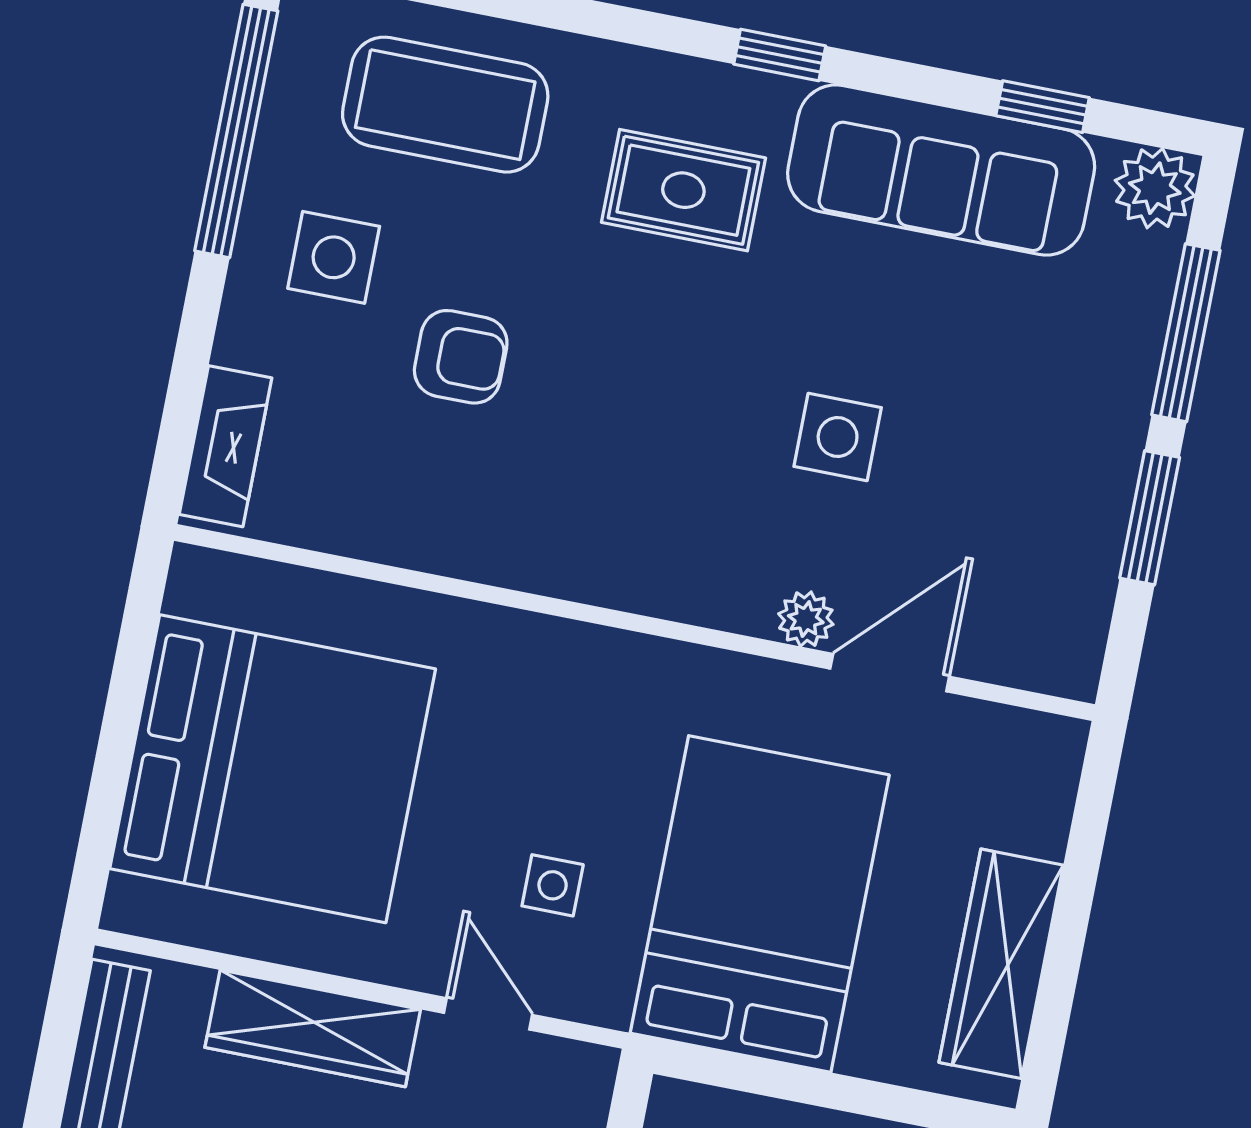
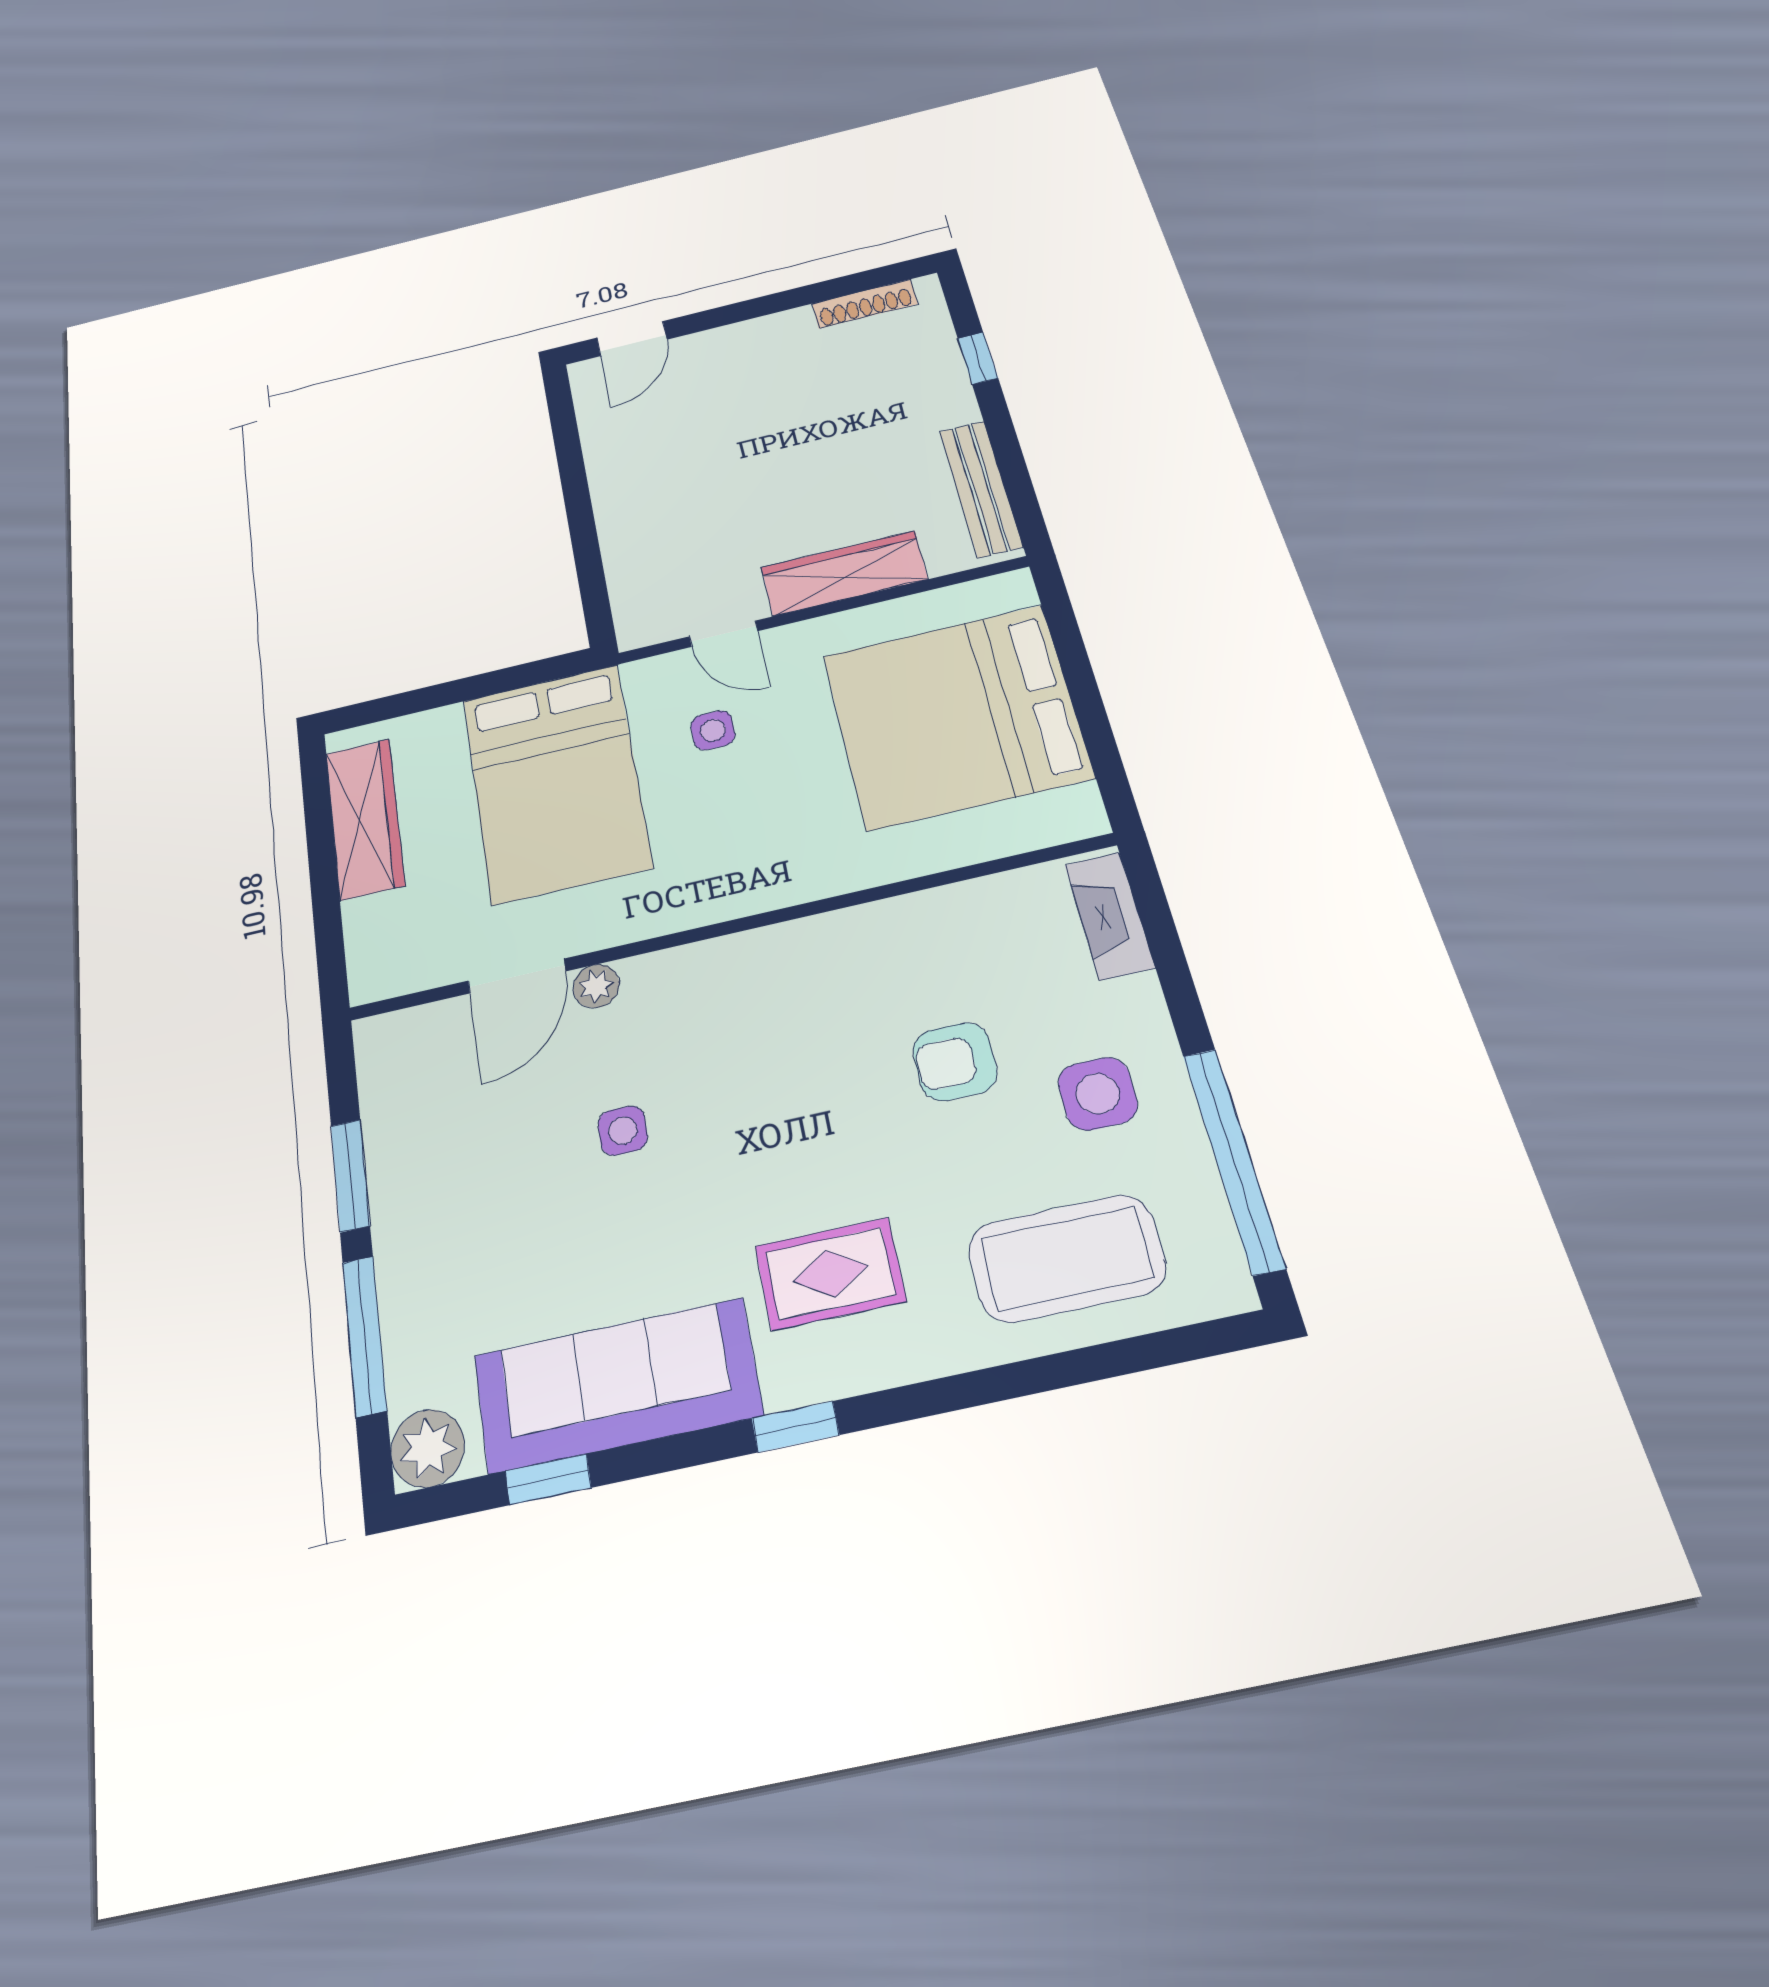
side table: (838, 437) -> (623, 1131), width x0.73, depth x0.73

